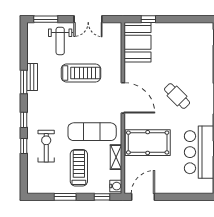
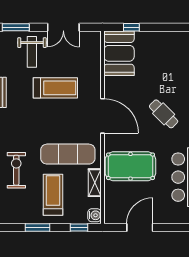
door: (143, 197) -> (140, 227), moved

